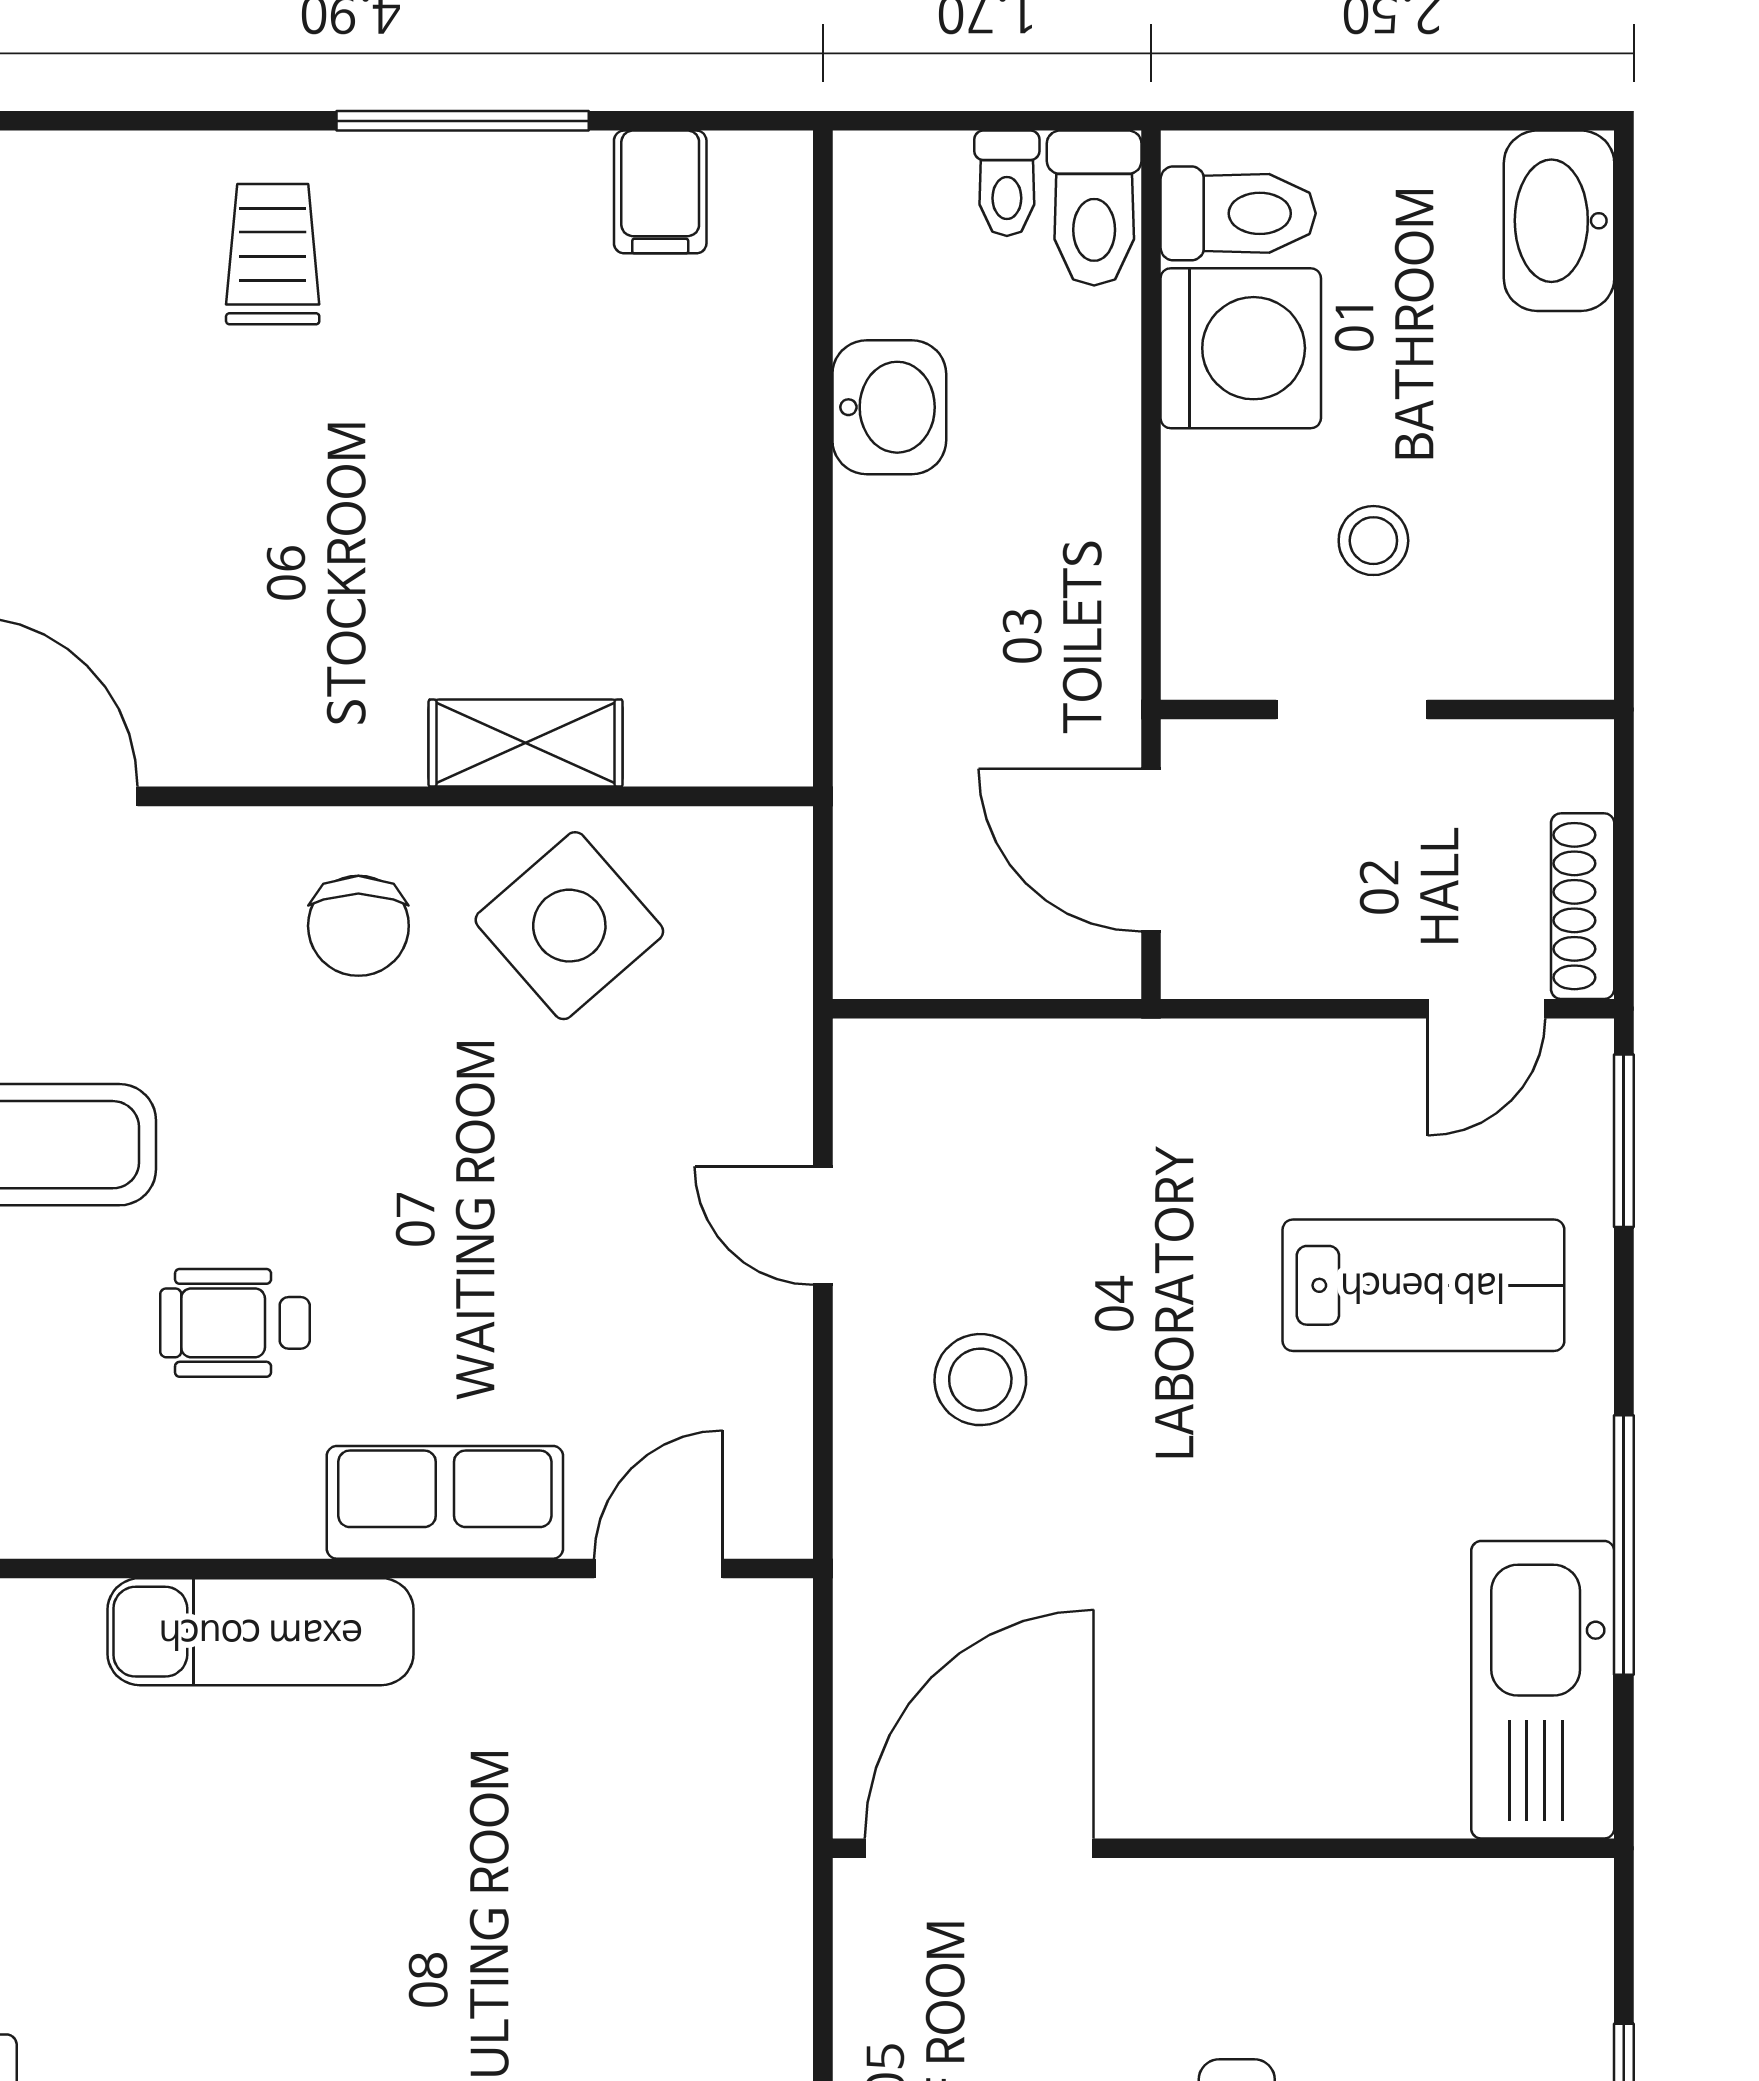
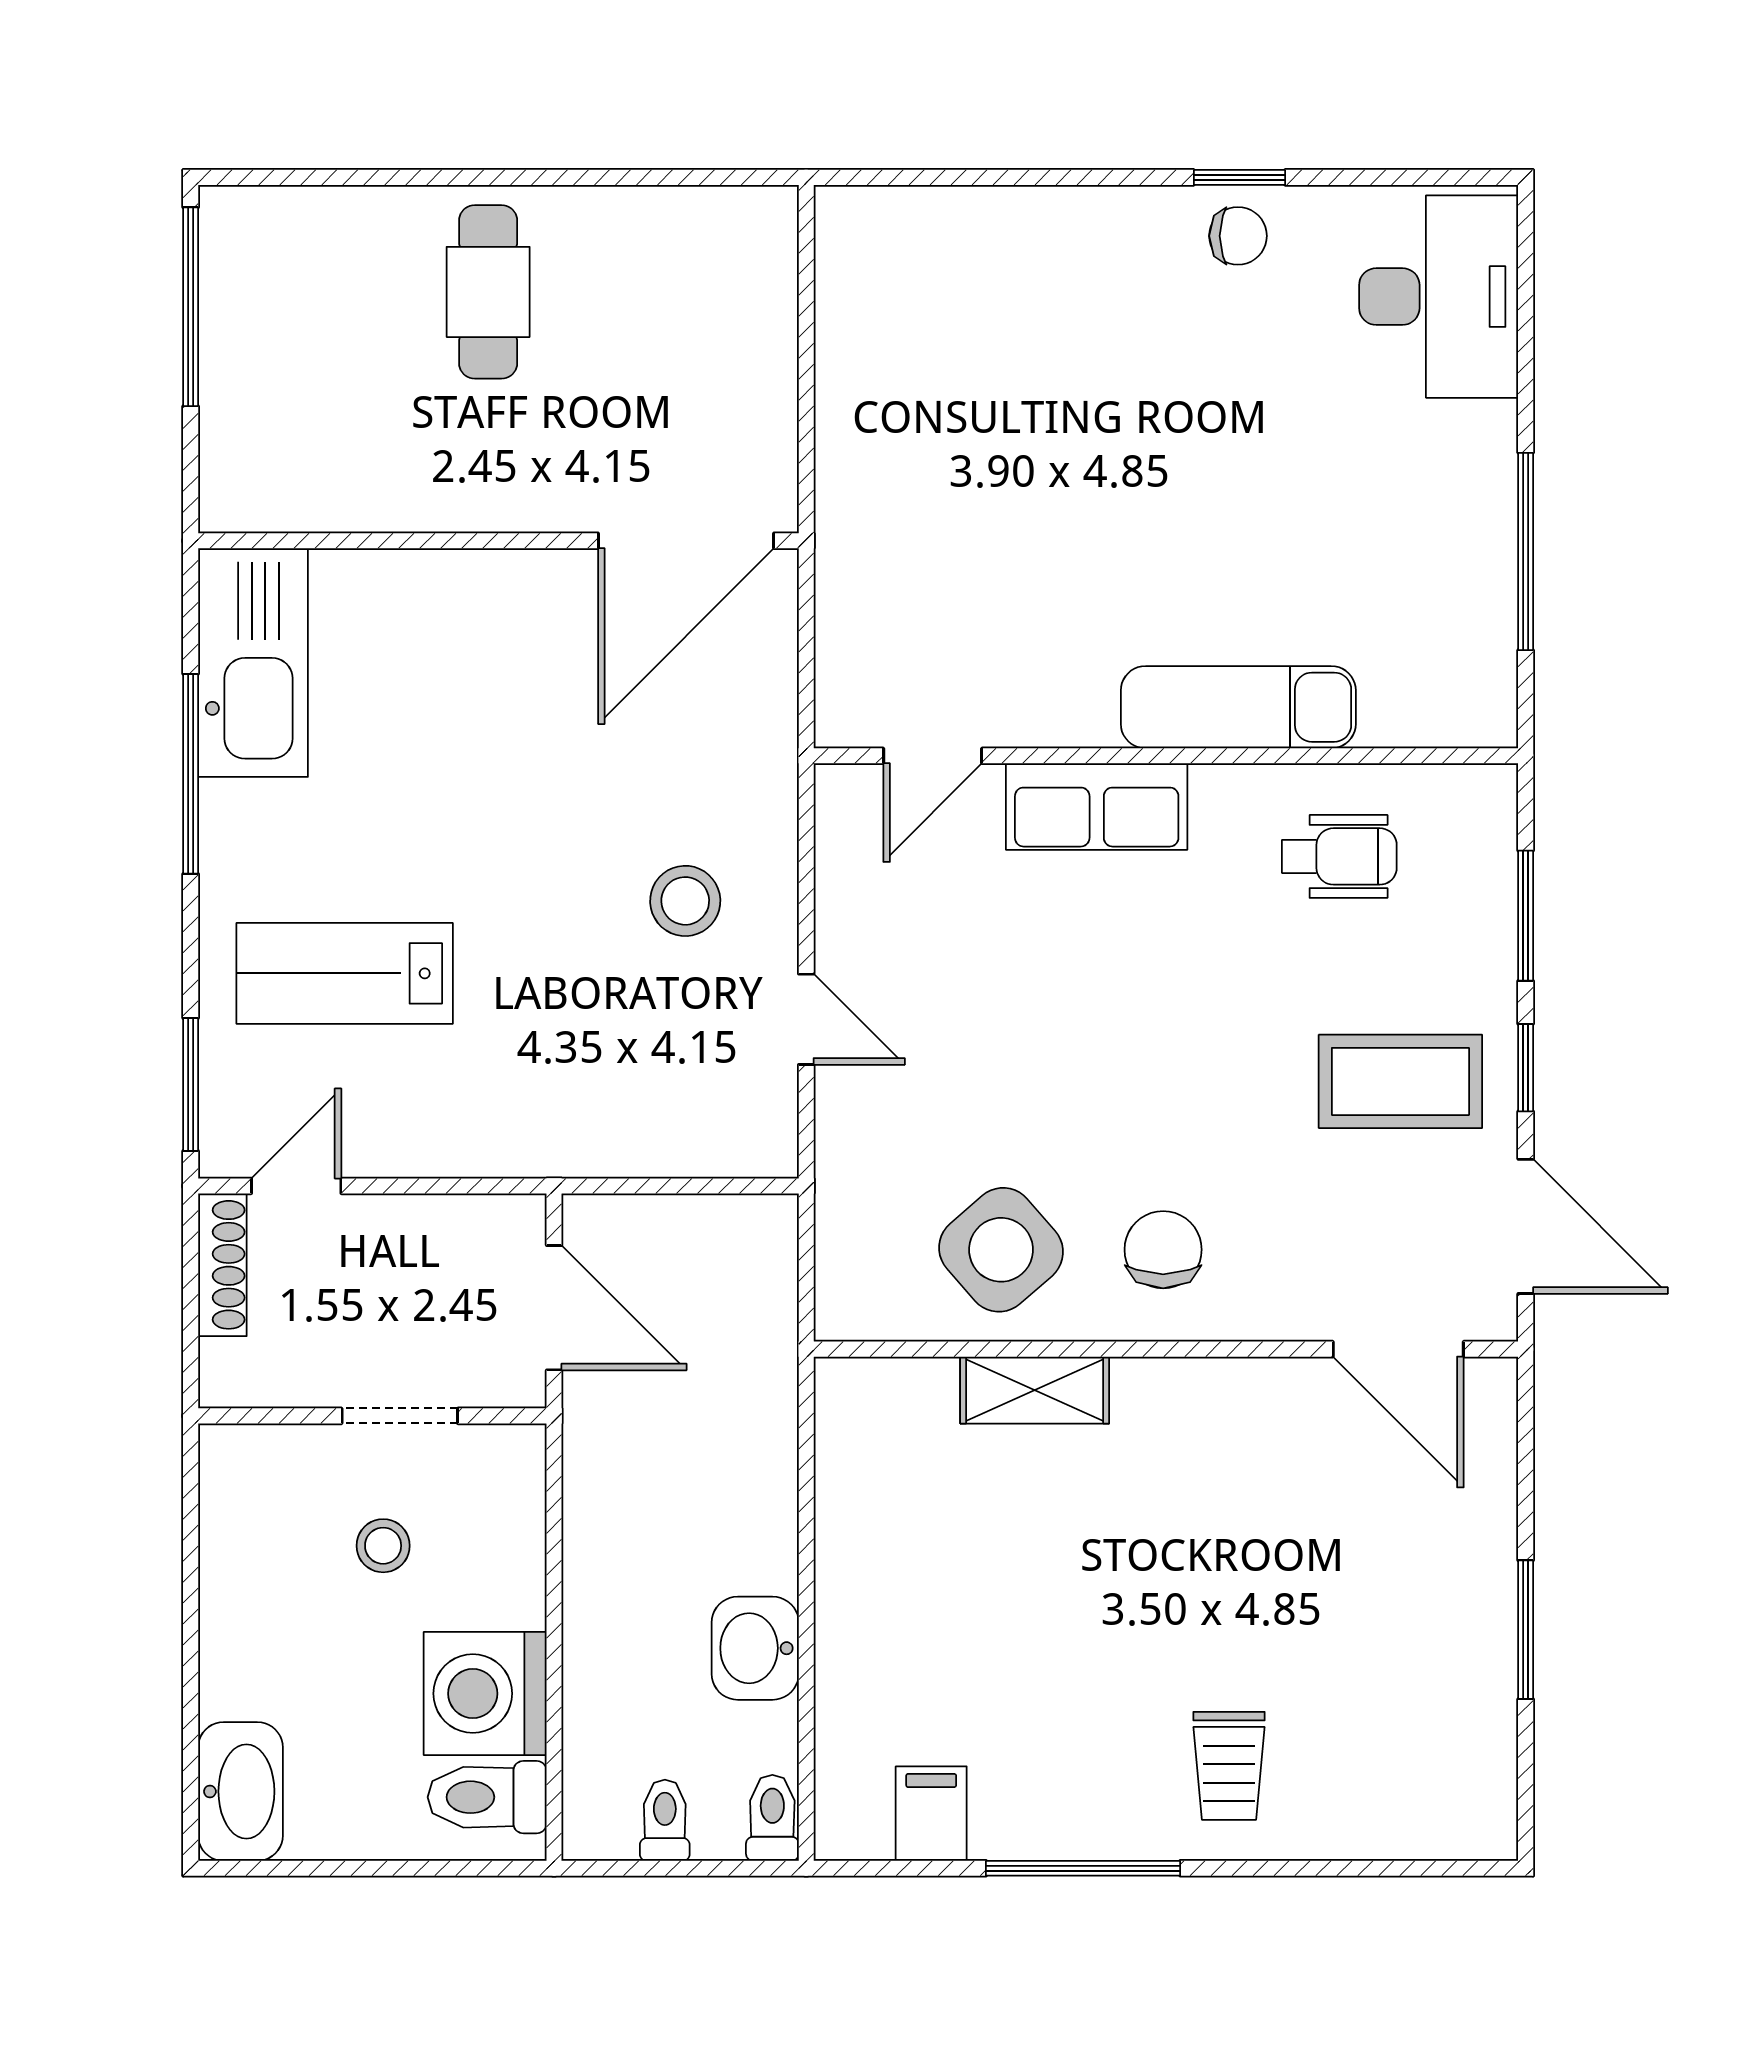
toilet: (1094, 208) -> (772, 1818), moved, width x0.73, depth x0.72
wheelchair: (235, 1323) -> (1339, 856), moved

